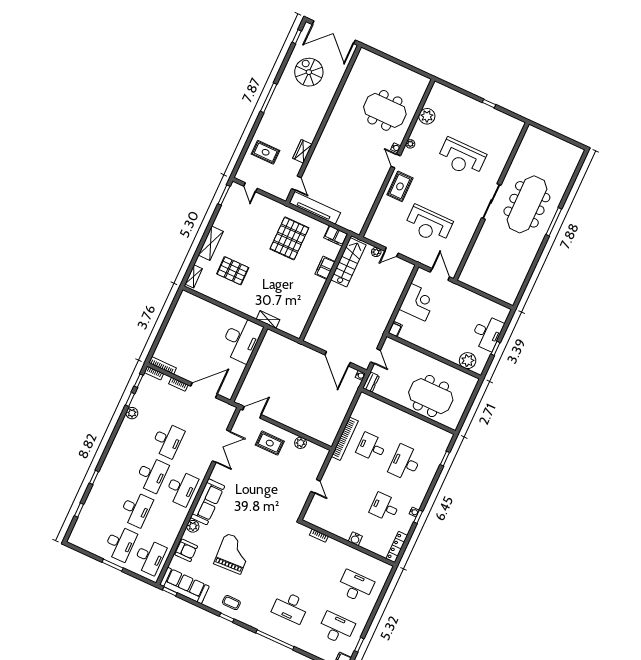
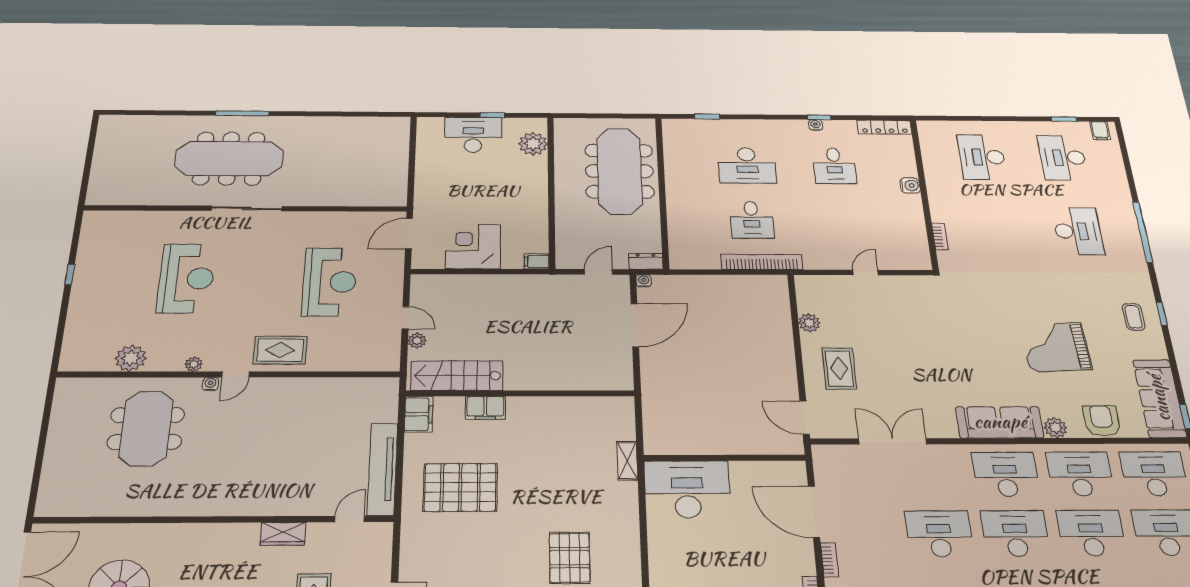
meeting table: (431, 396) -> (619, 171), width x1.36
desk: (165, 523) -> (1080, 474), added

